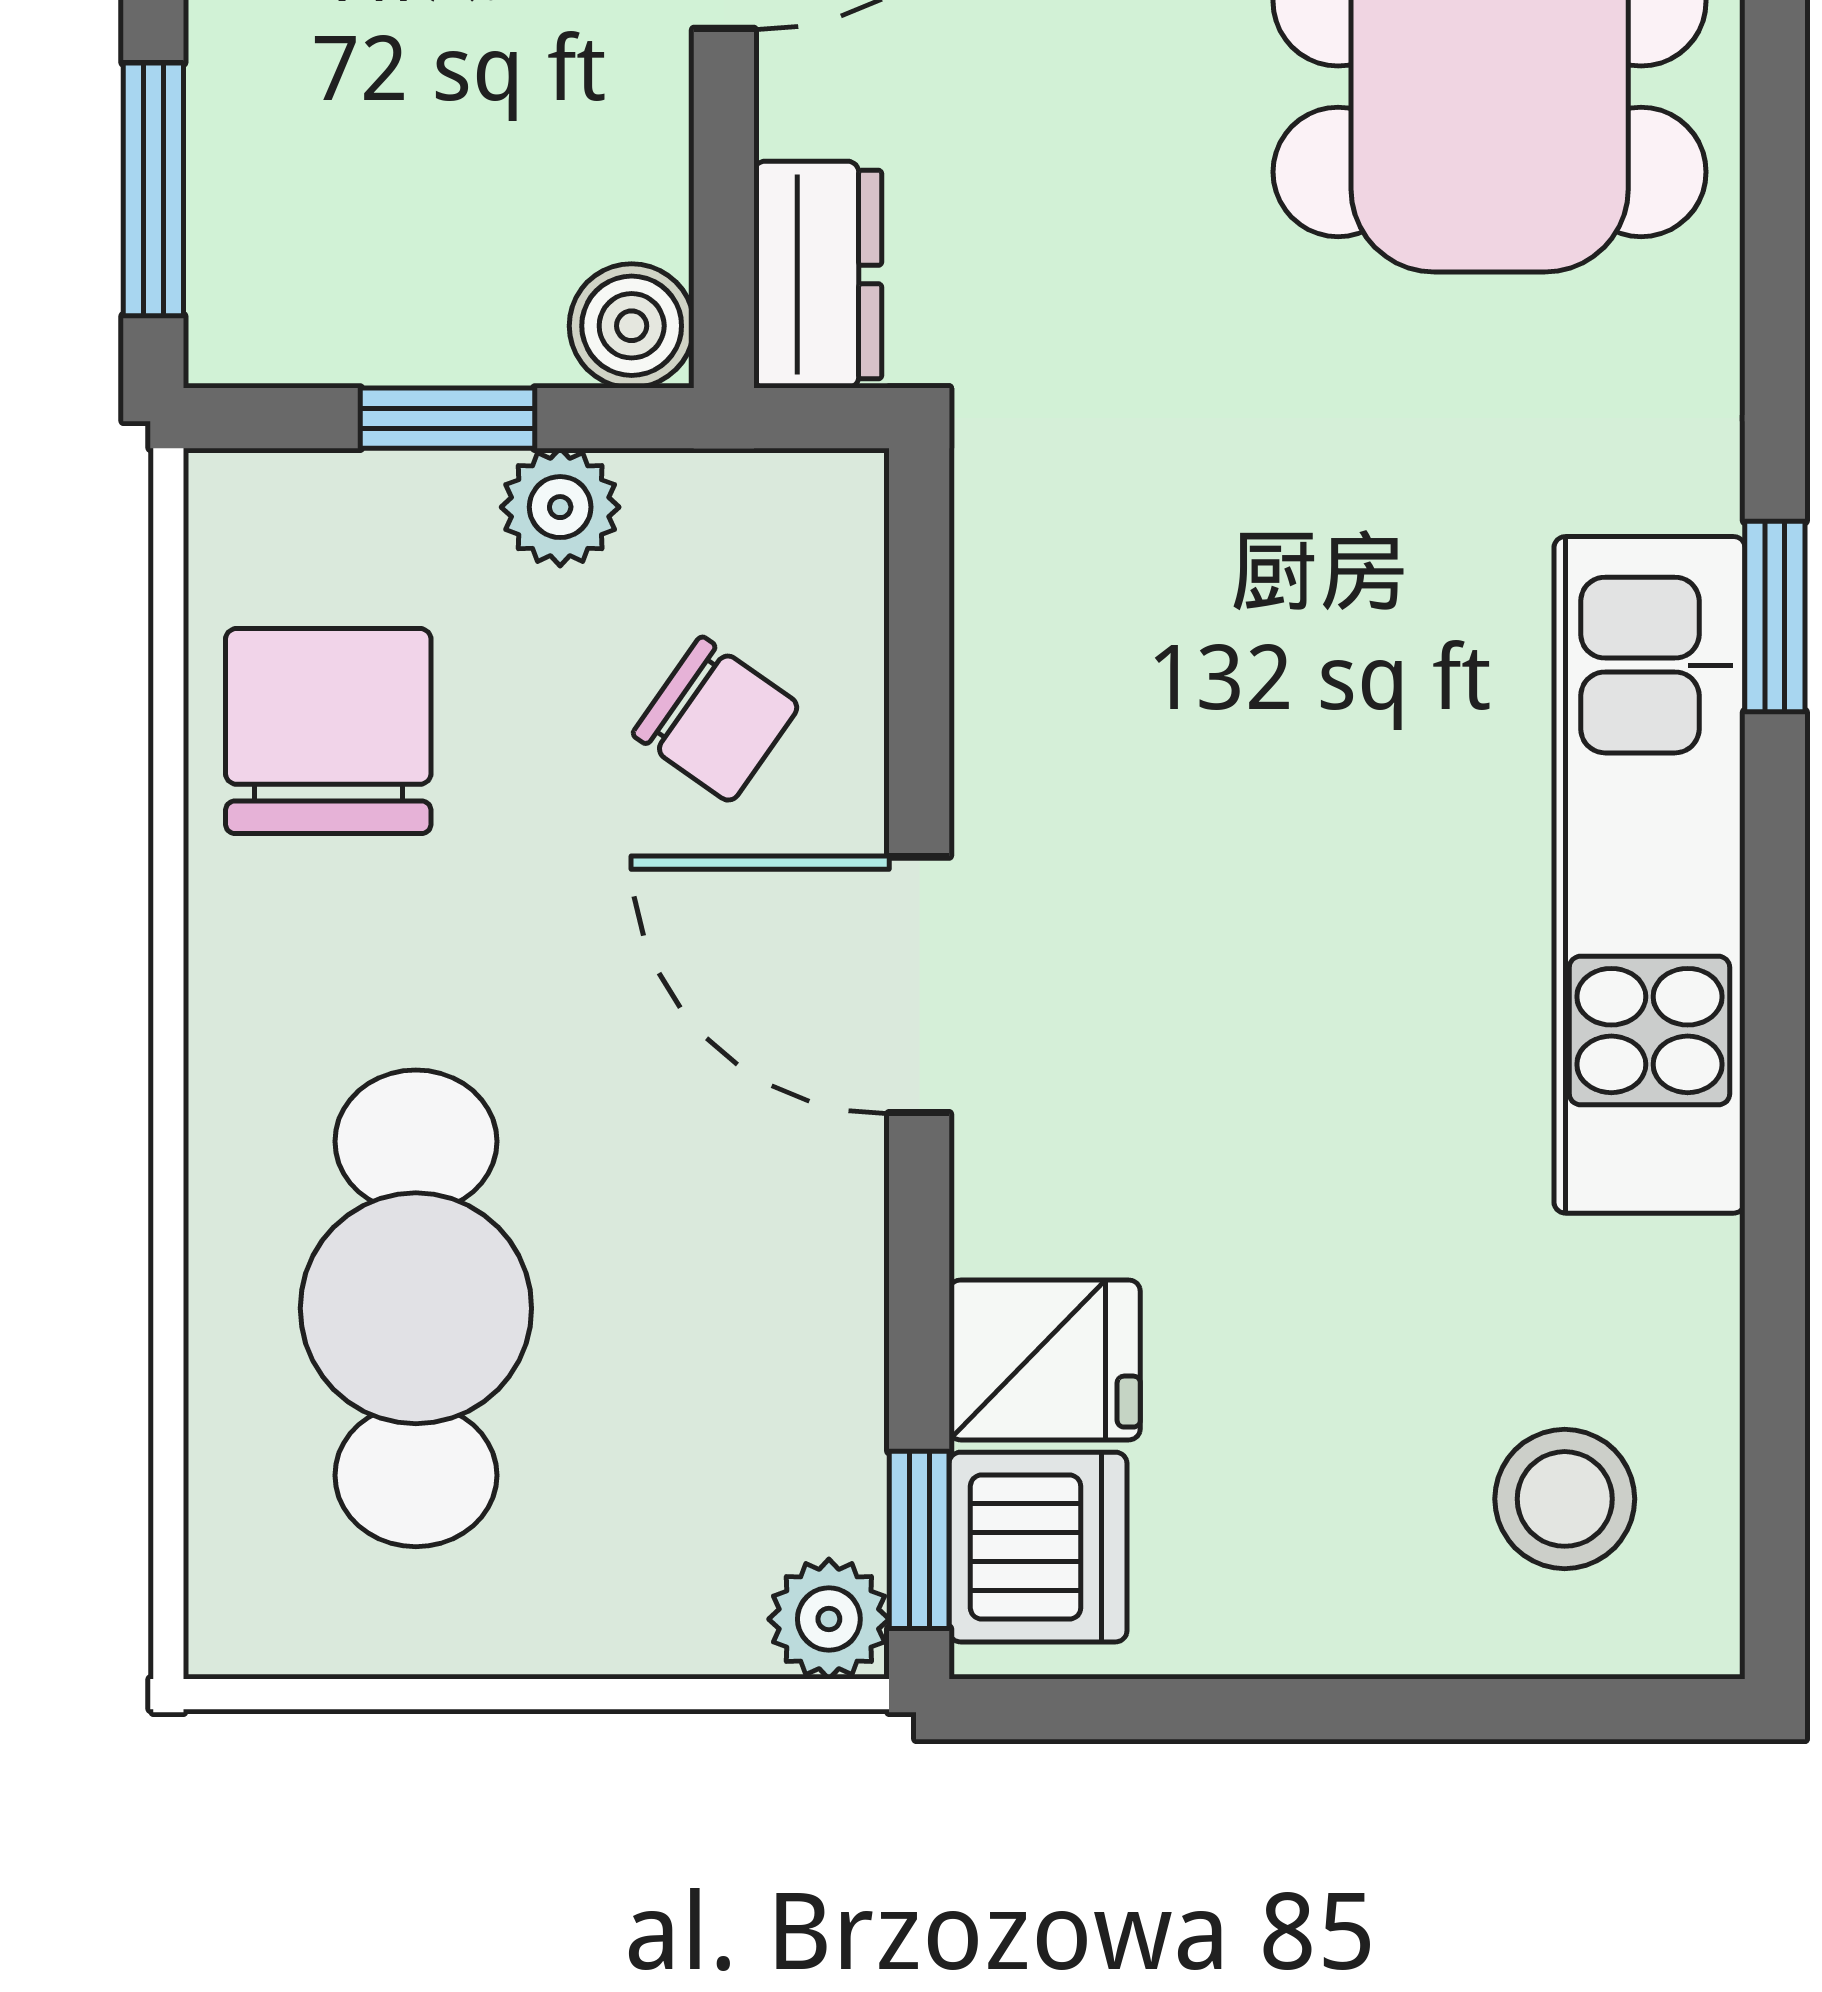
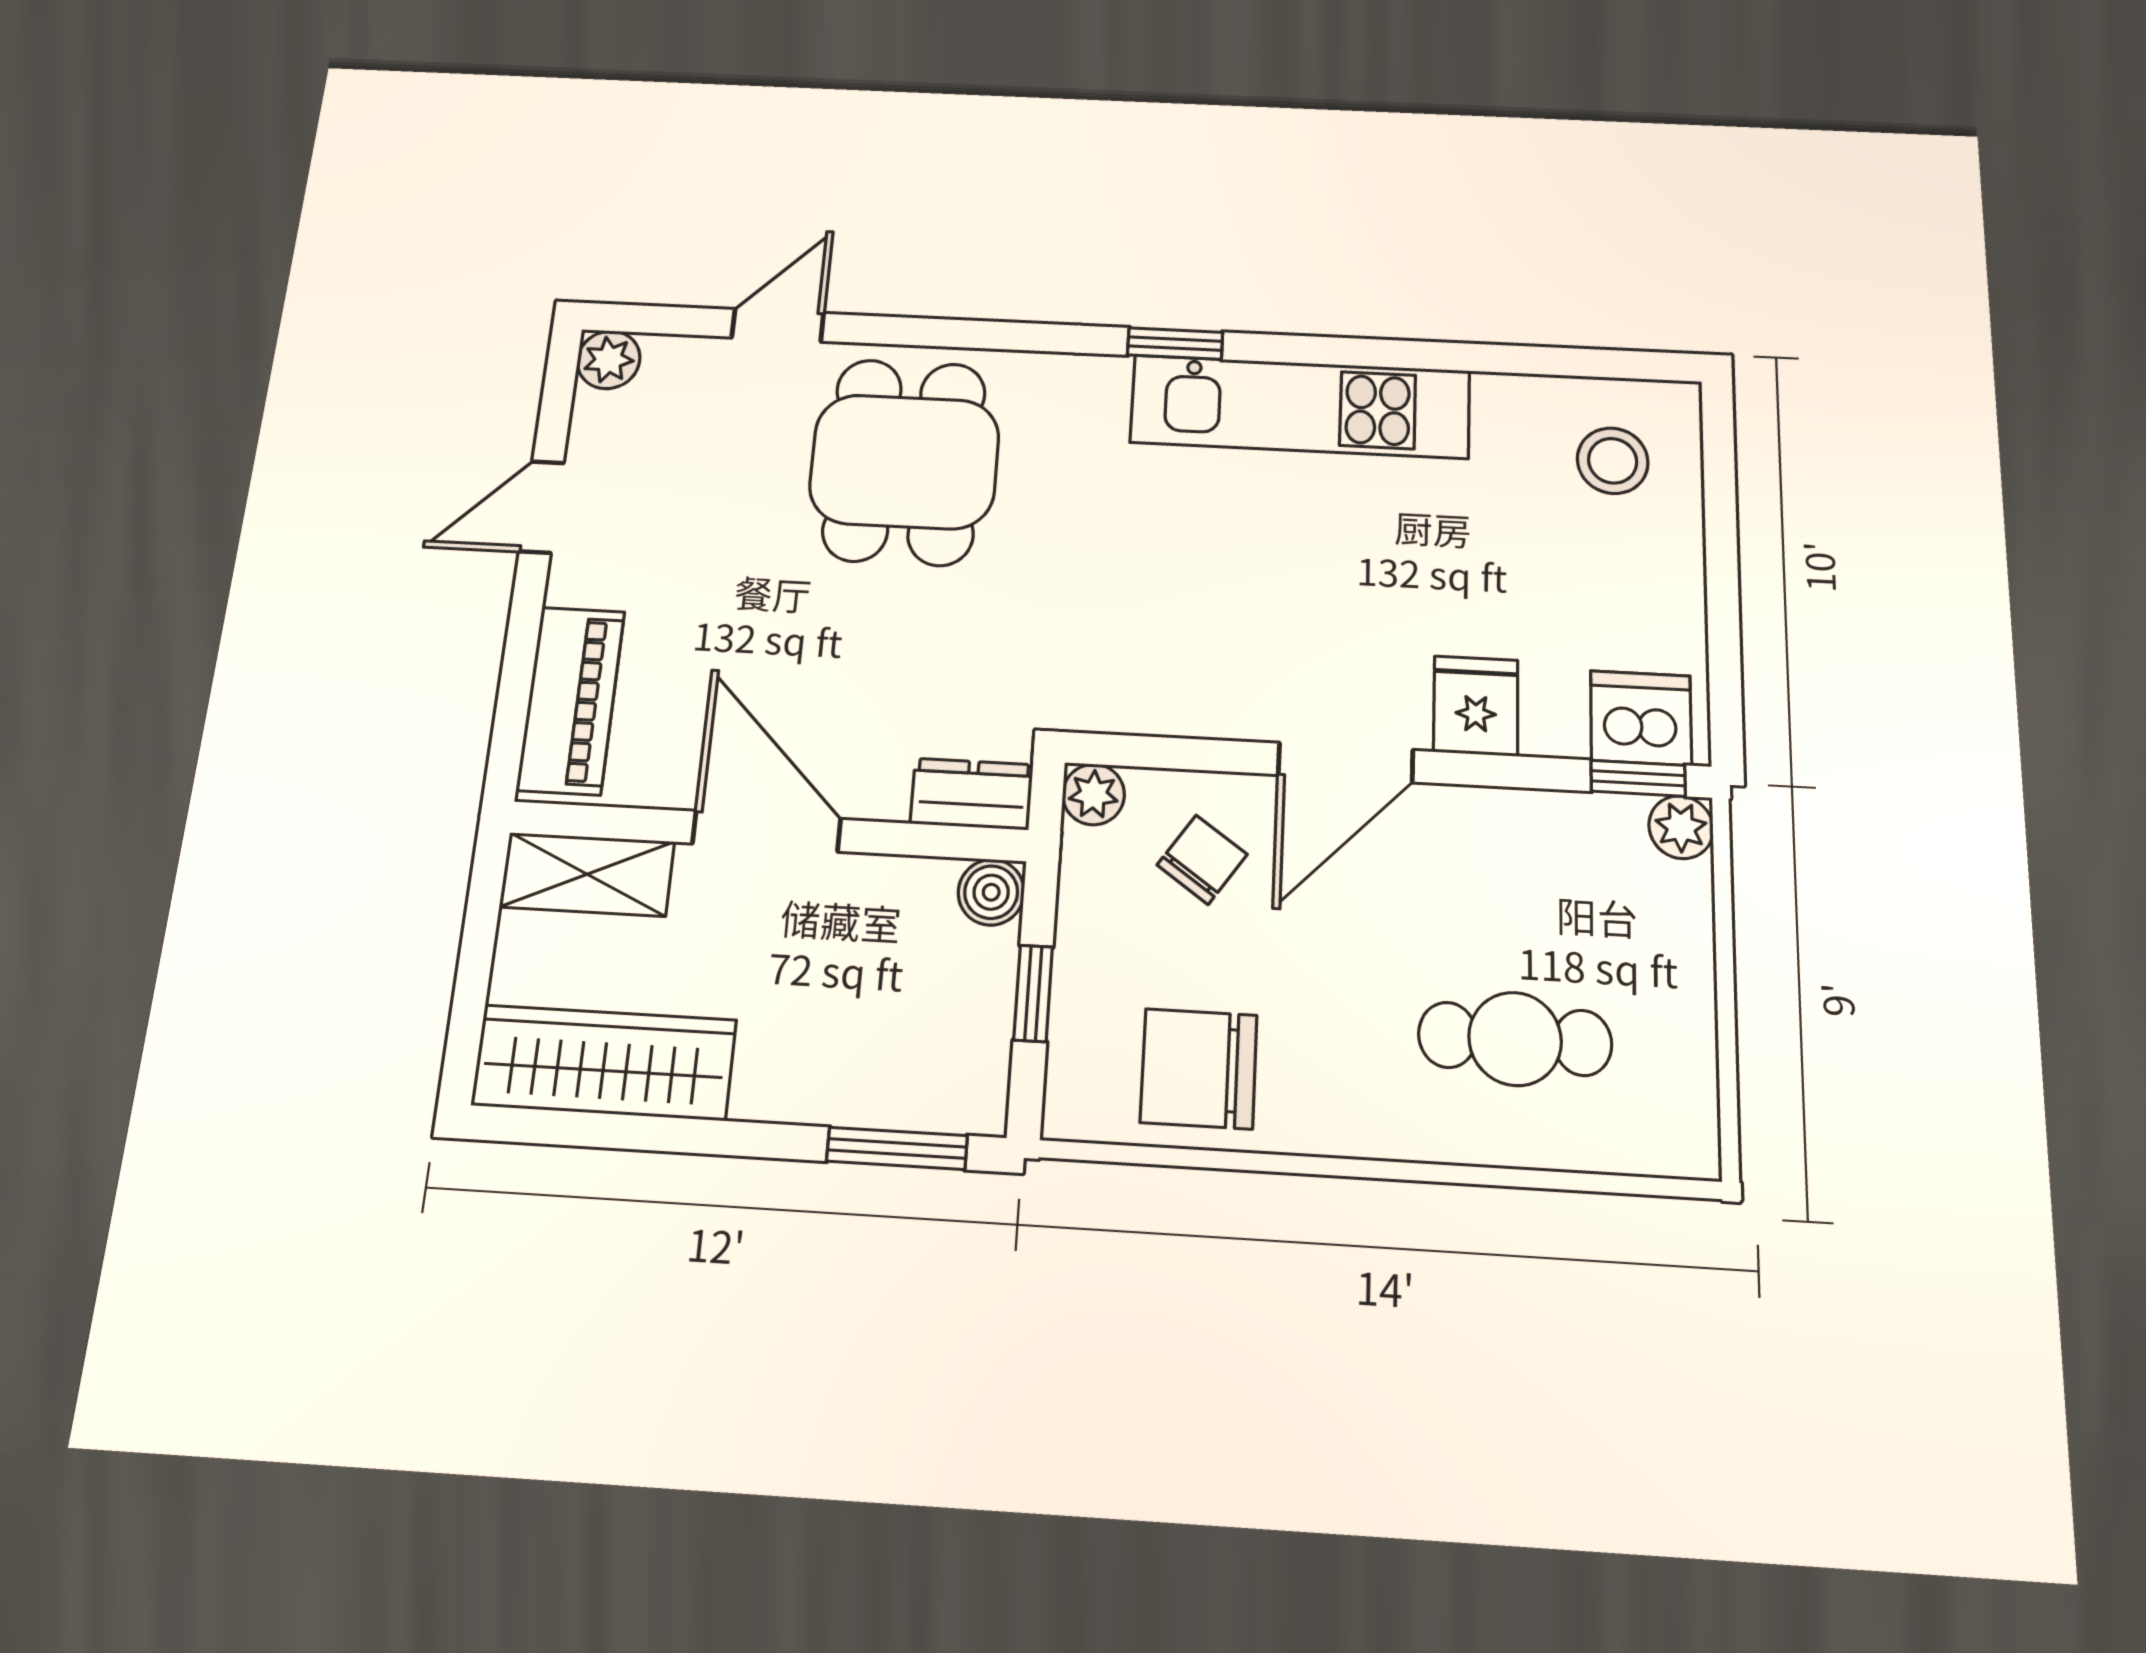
plant: (560, 507) -> (1093, 794), moved
cafe table: (416, 1308) -> (1515, 1039), width x0.73, depth x0.74
fridge: (1045, 1360) -> (1476, 706), moved

